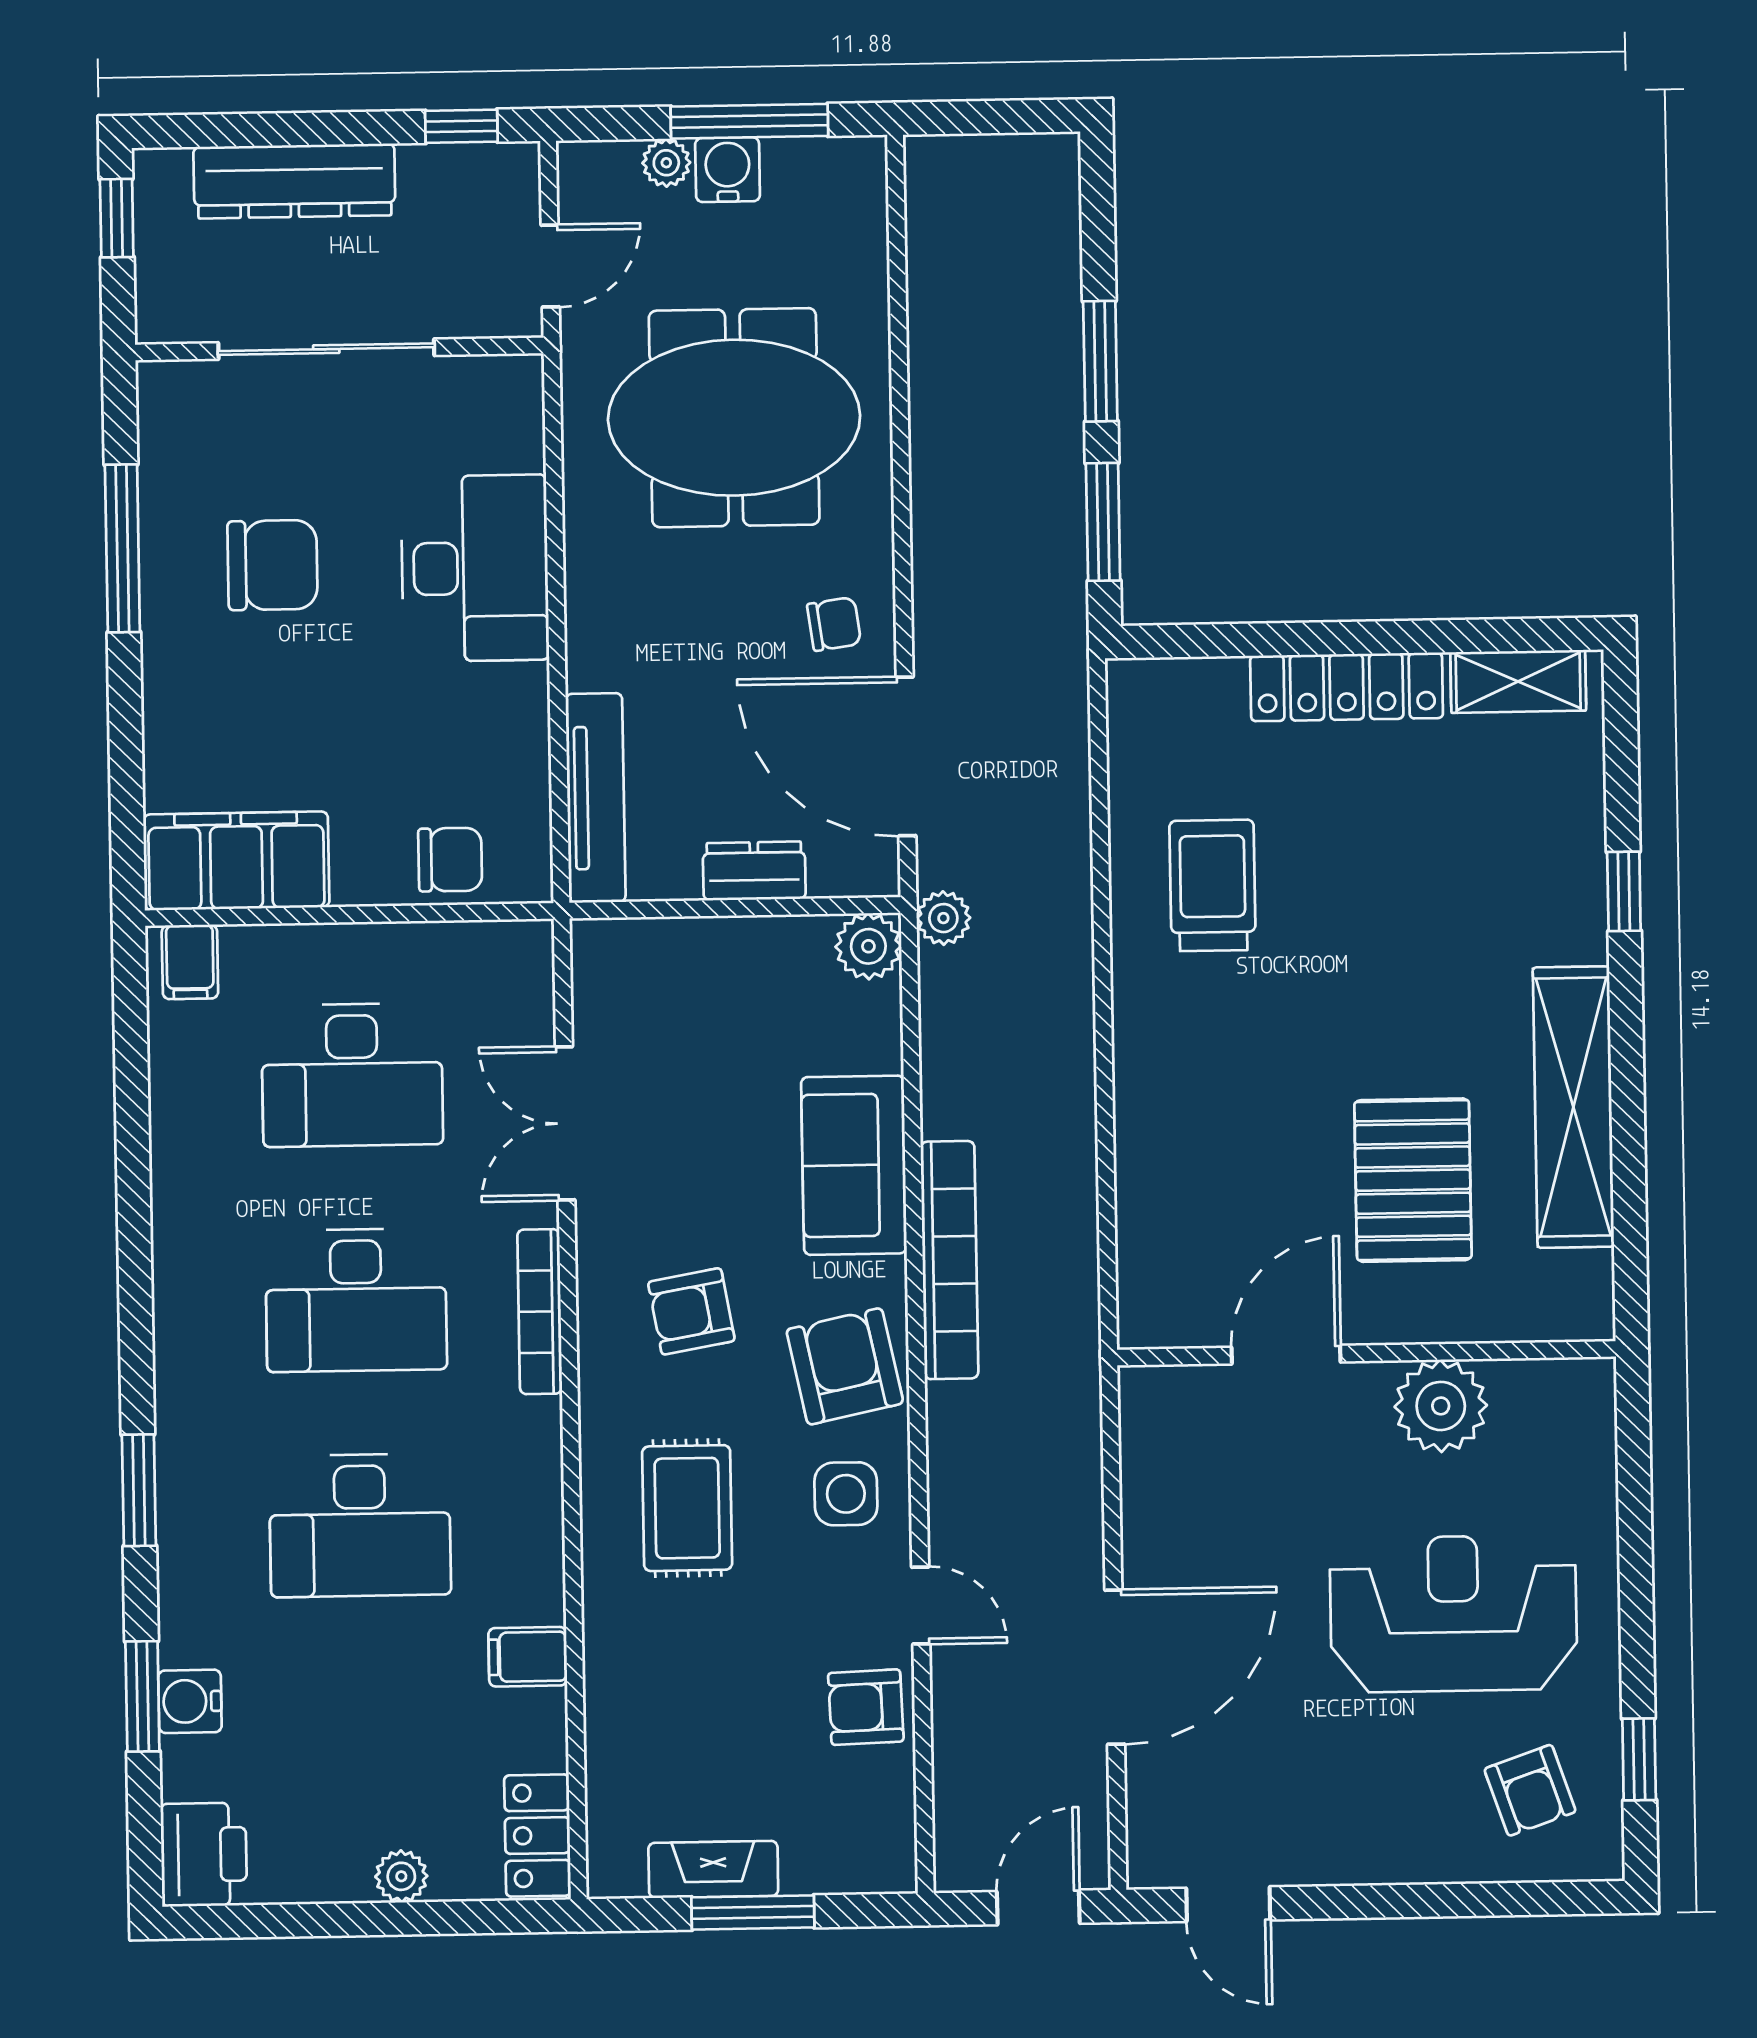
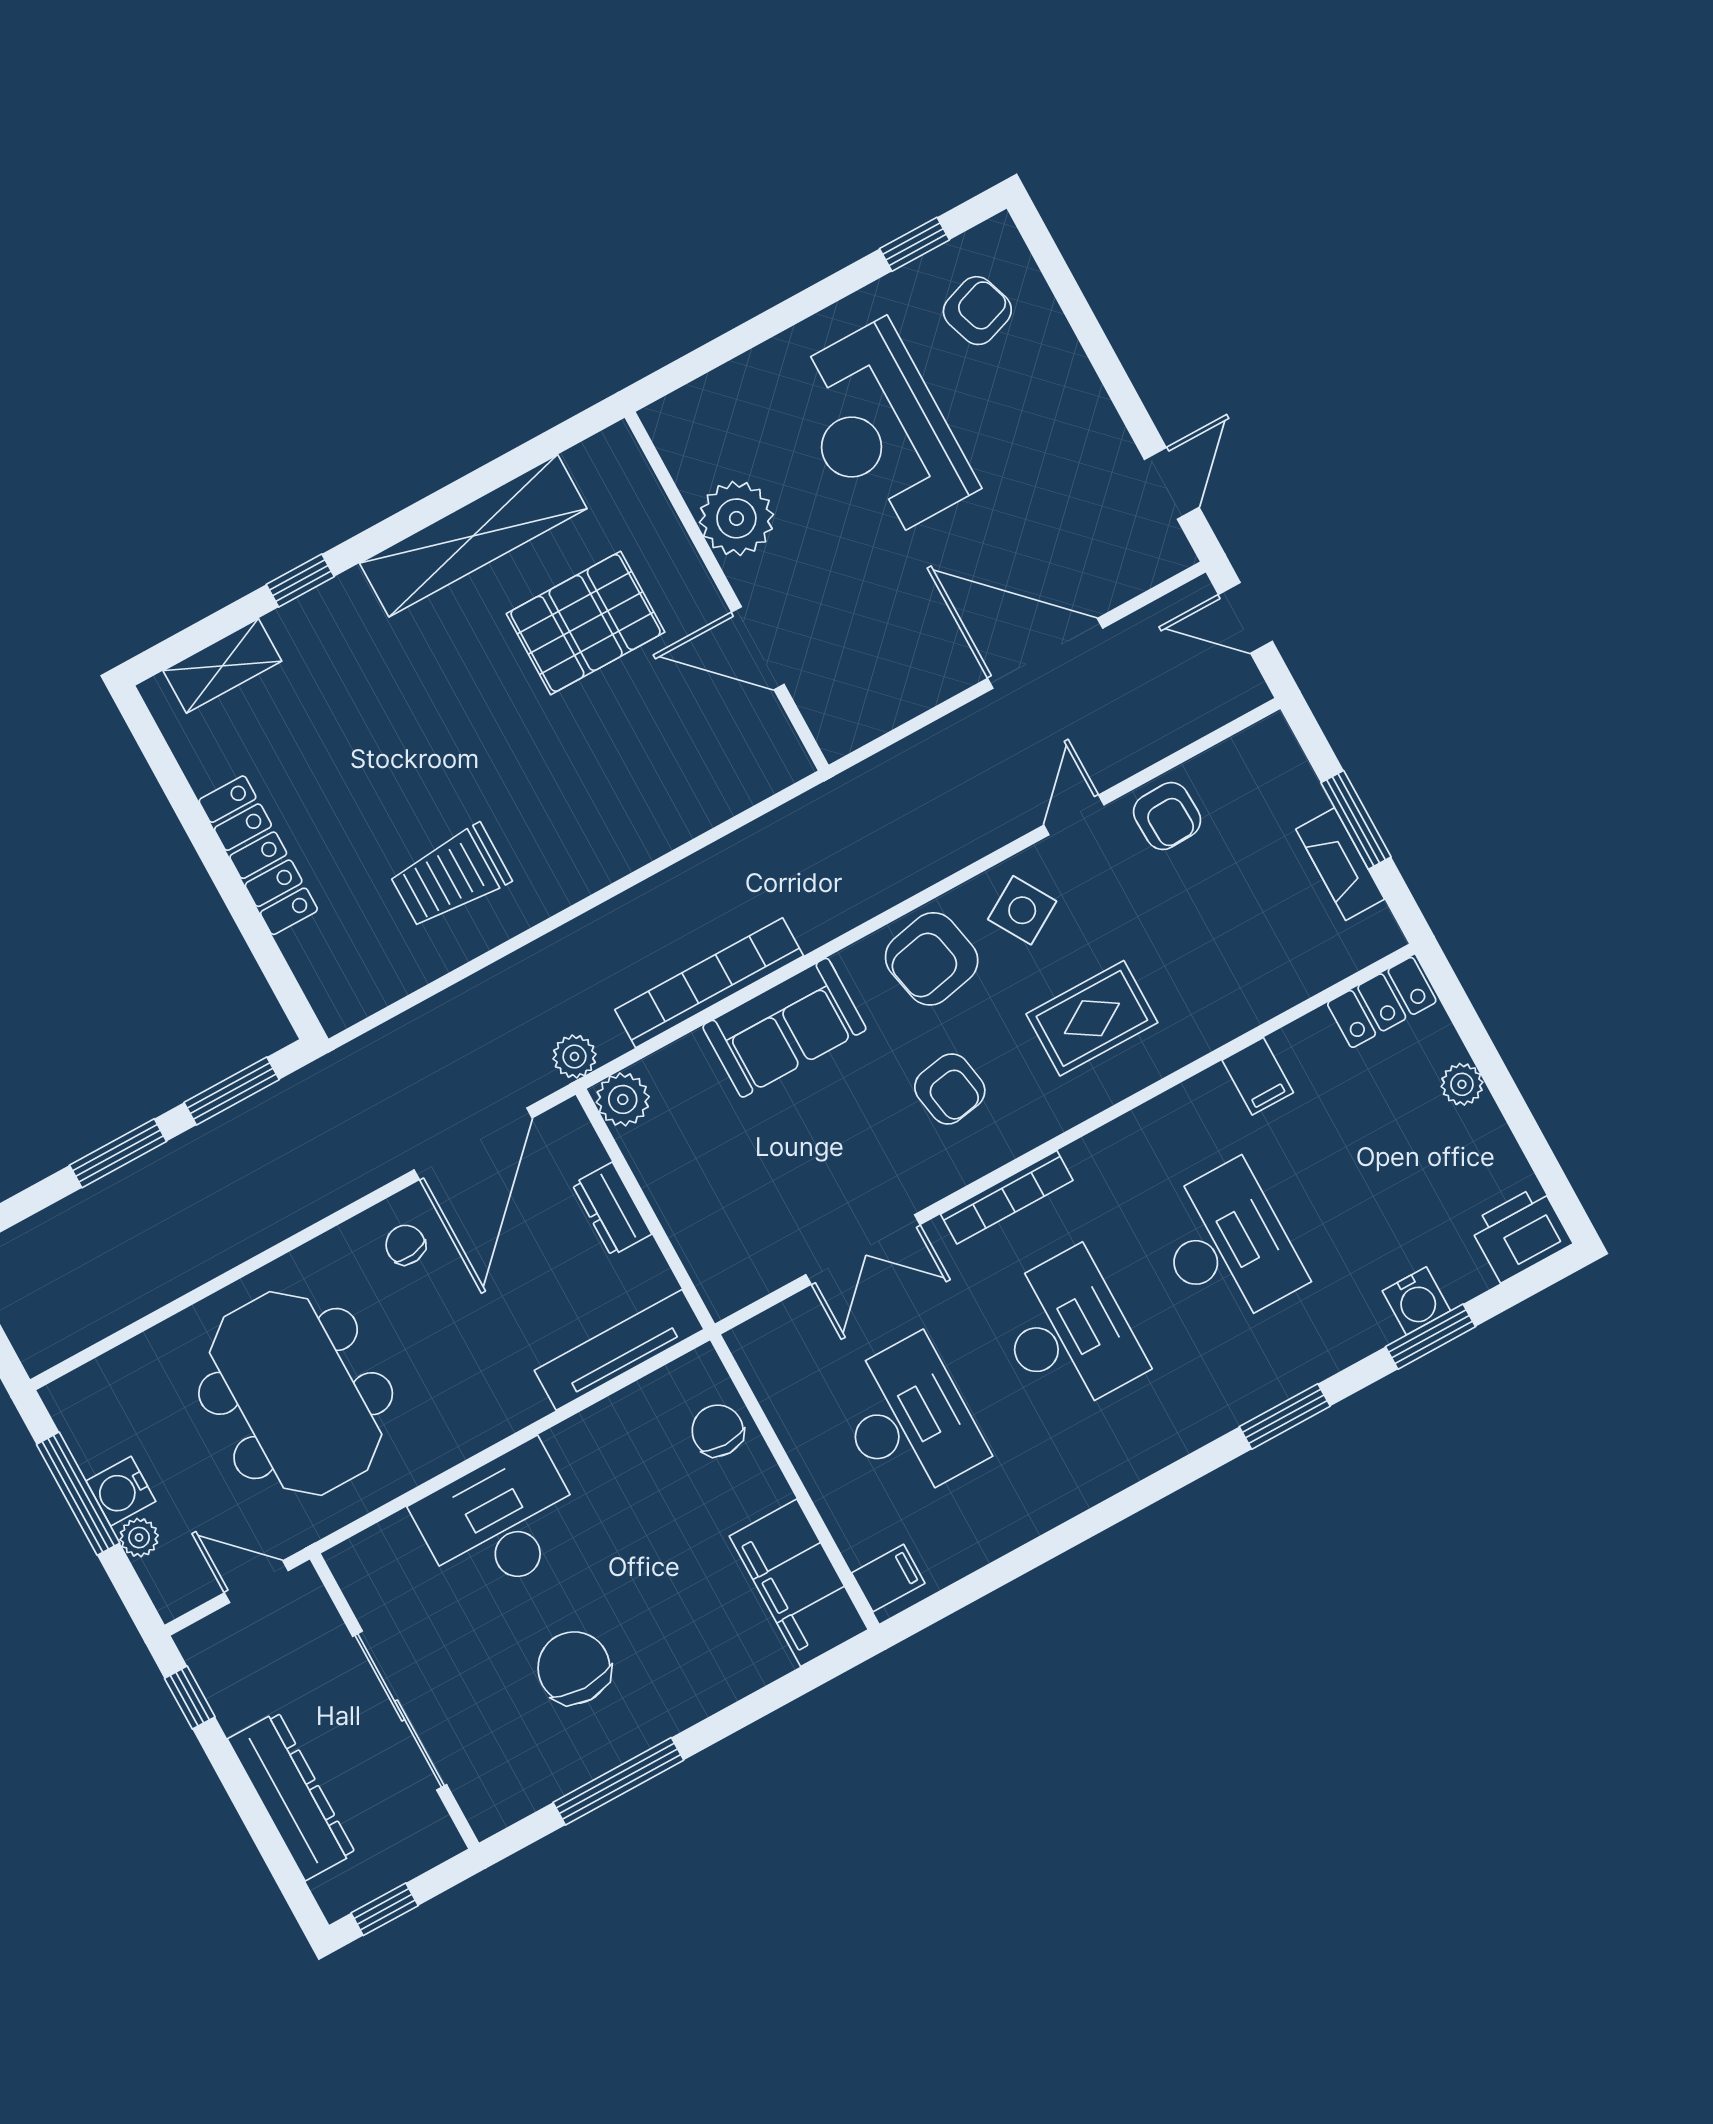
shelving: (1518, 681) -> (222, 666), moved, turned 90
bookcase: (949, 1260) -> (709, 983), moved
side table: (846, 1494) -> (1022, 910), turned -31

